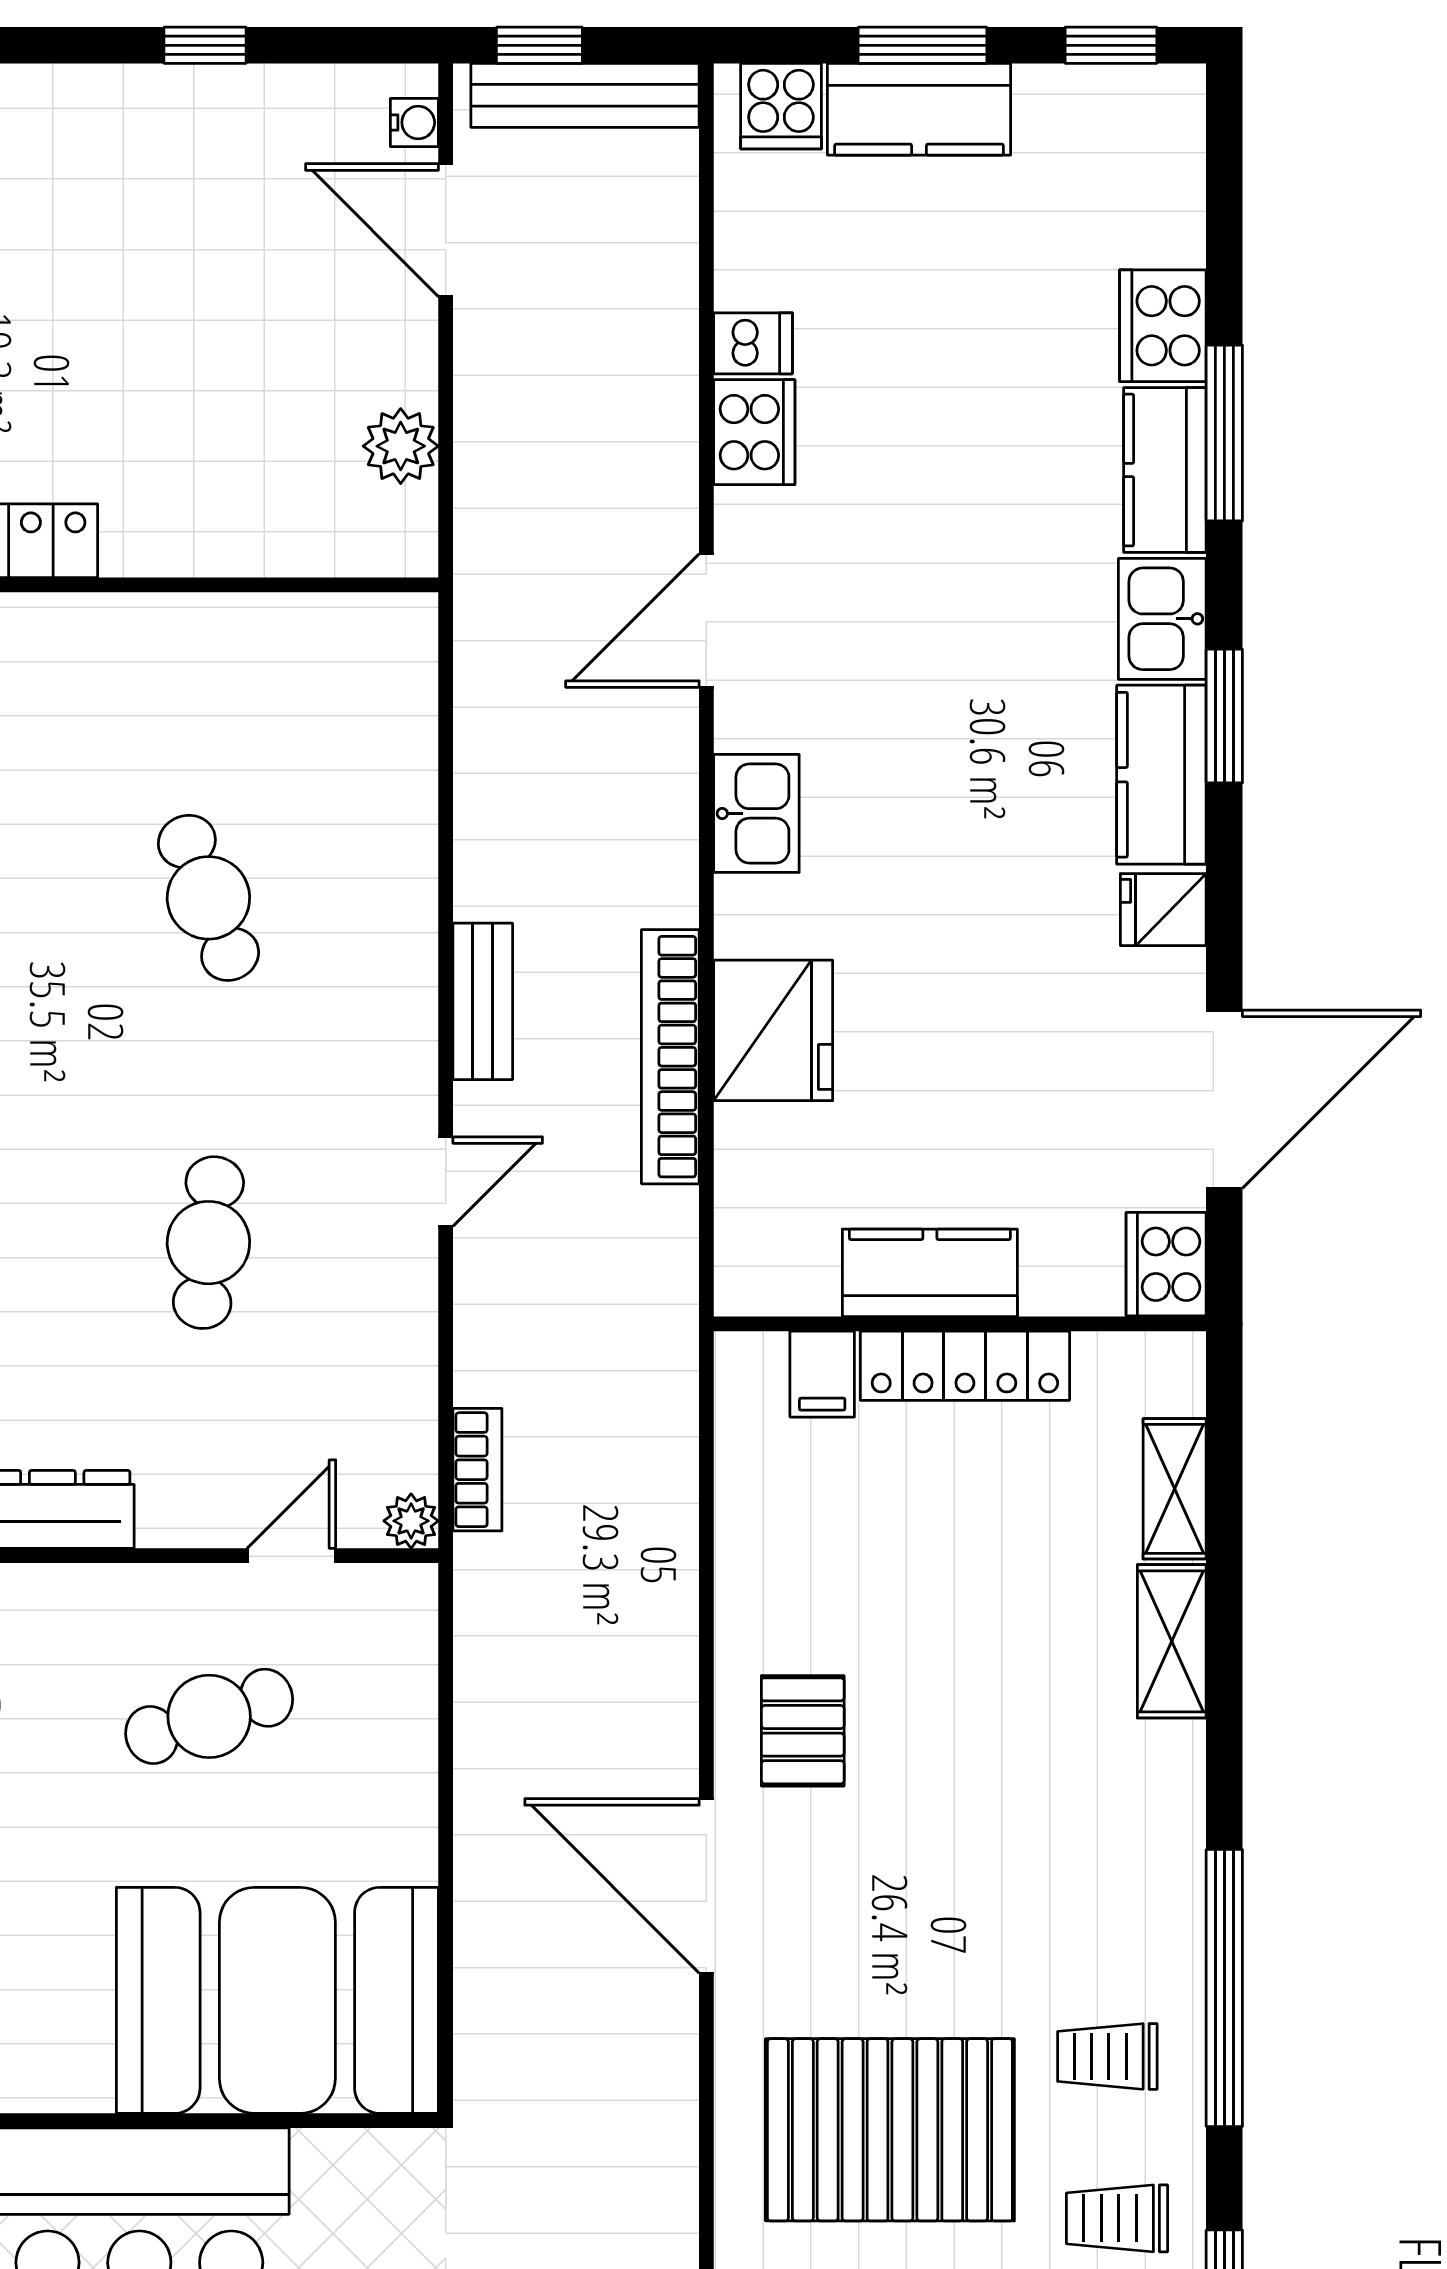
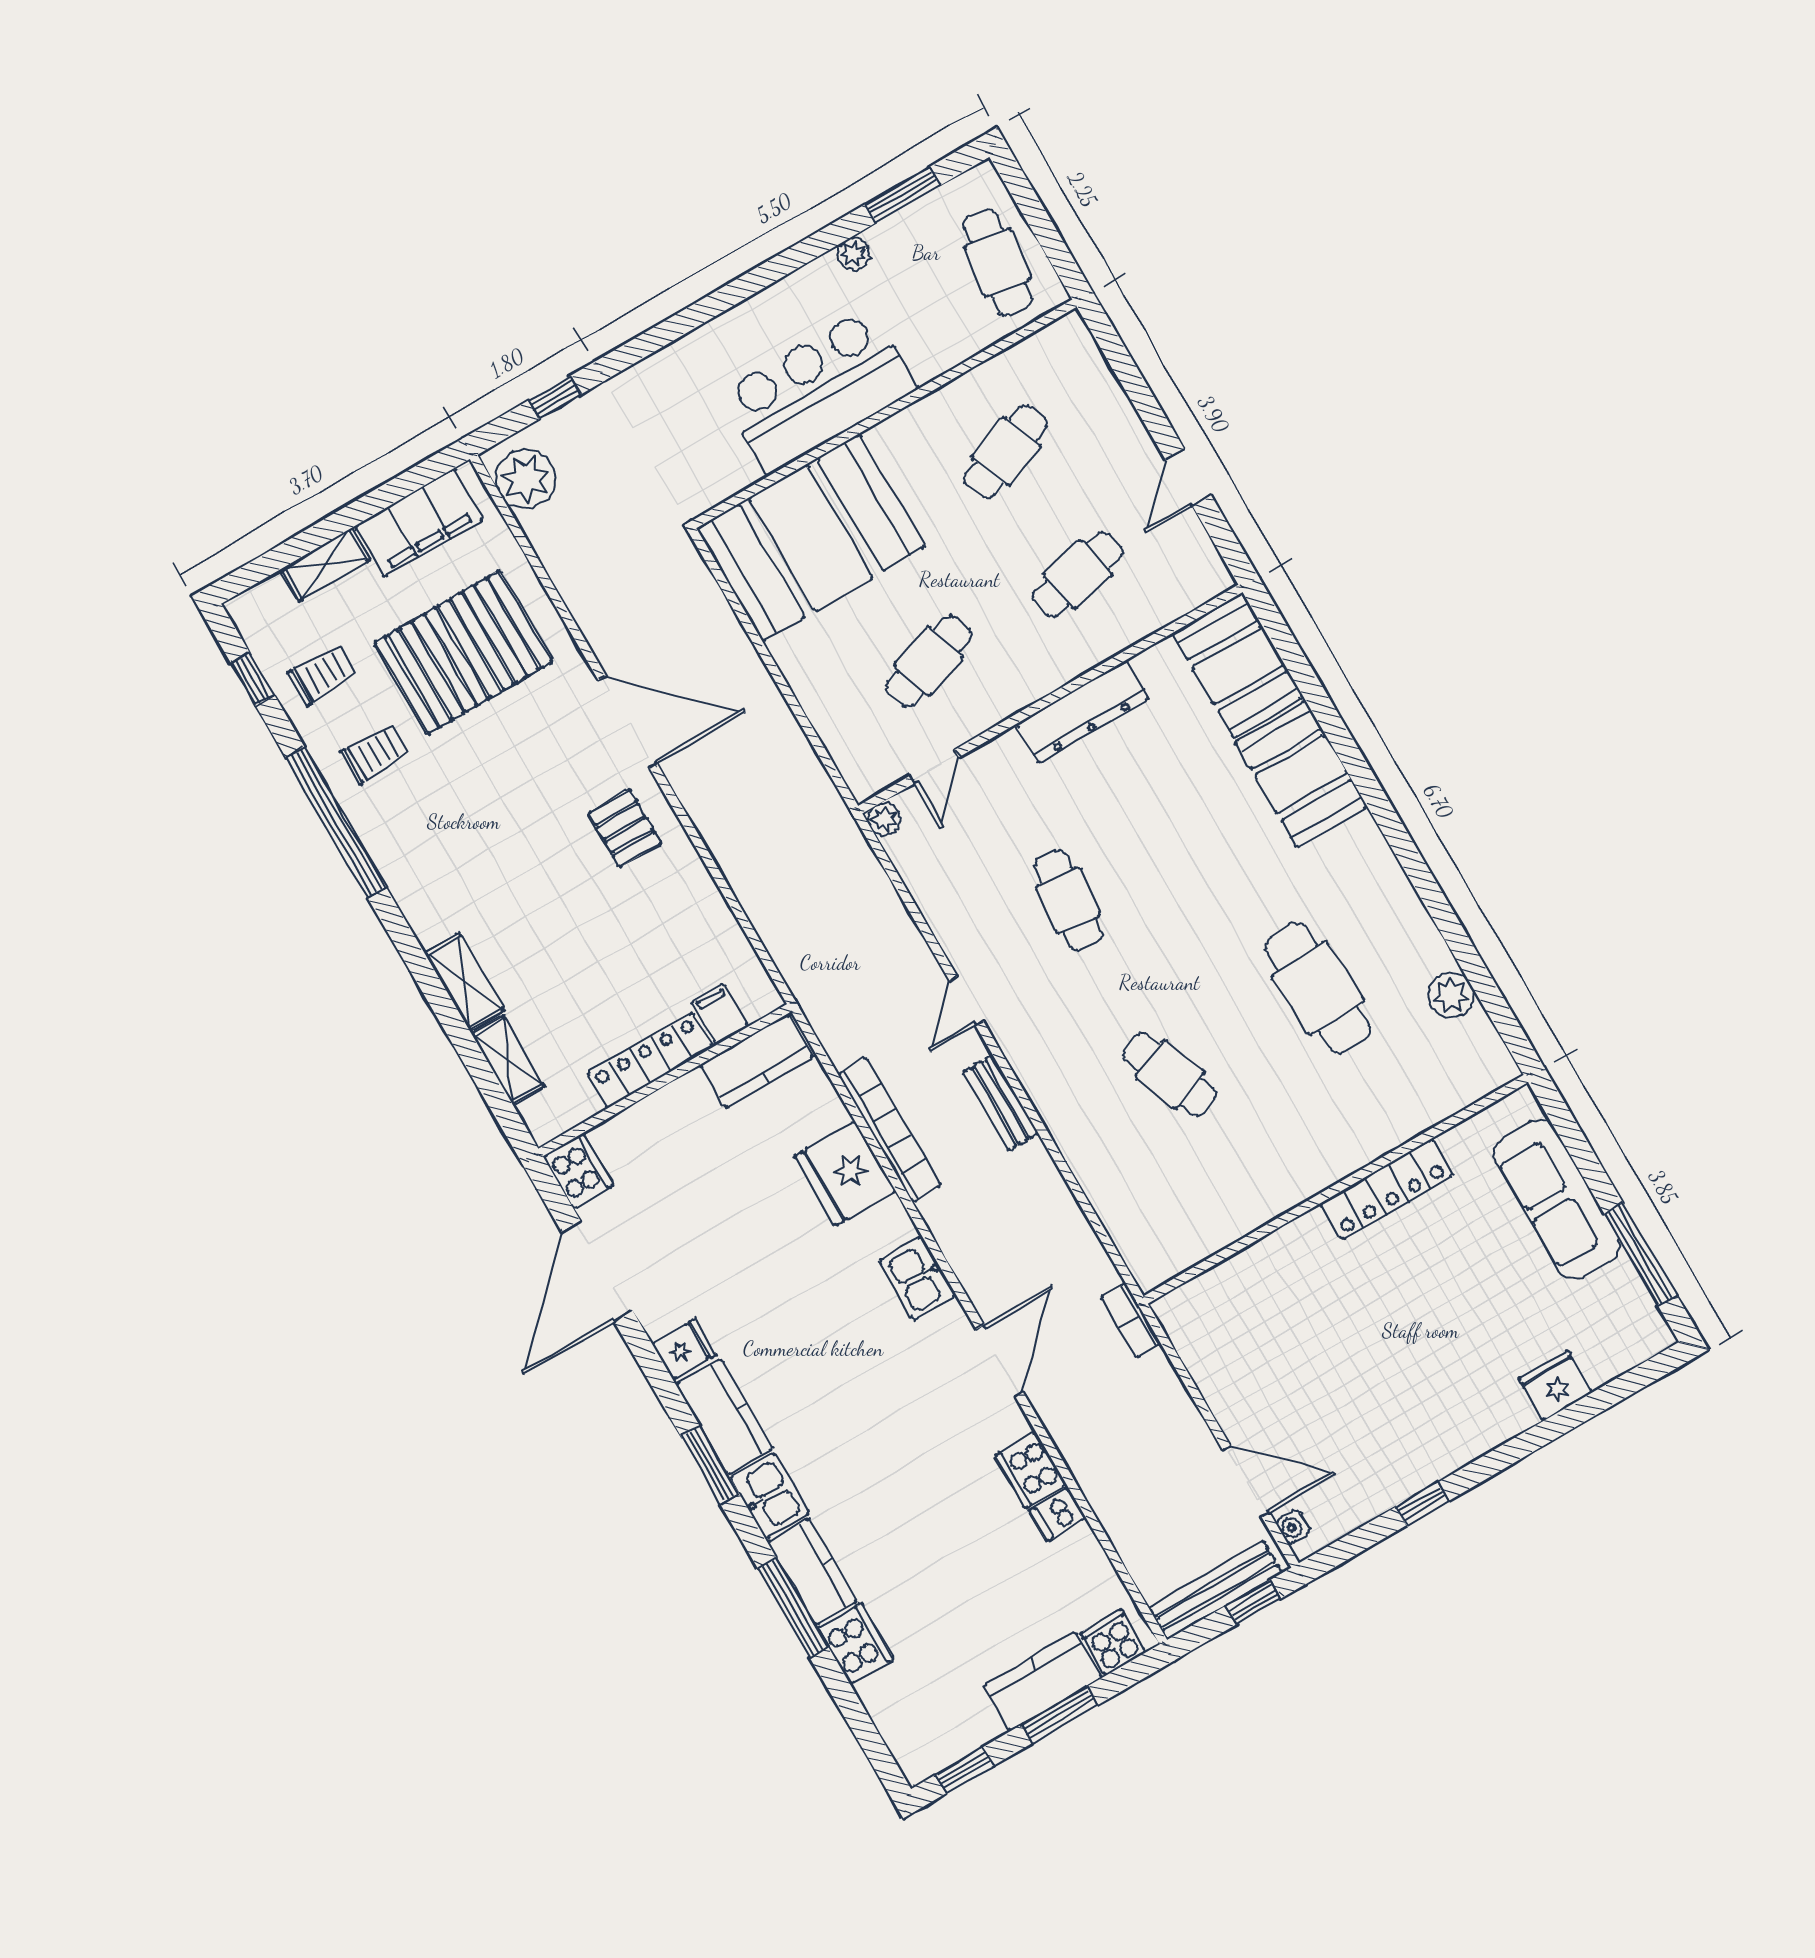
plant: (401, 446) -> (1205, 1359), removed
kitchen counter: (930, 1273) -> (757, 1061), moved
bookcase: (477, 1470) -> (1131, 1320), moved

